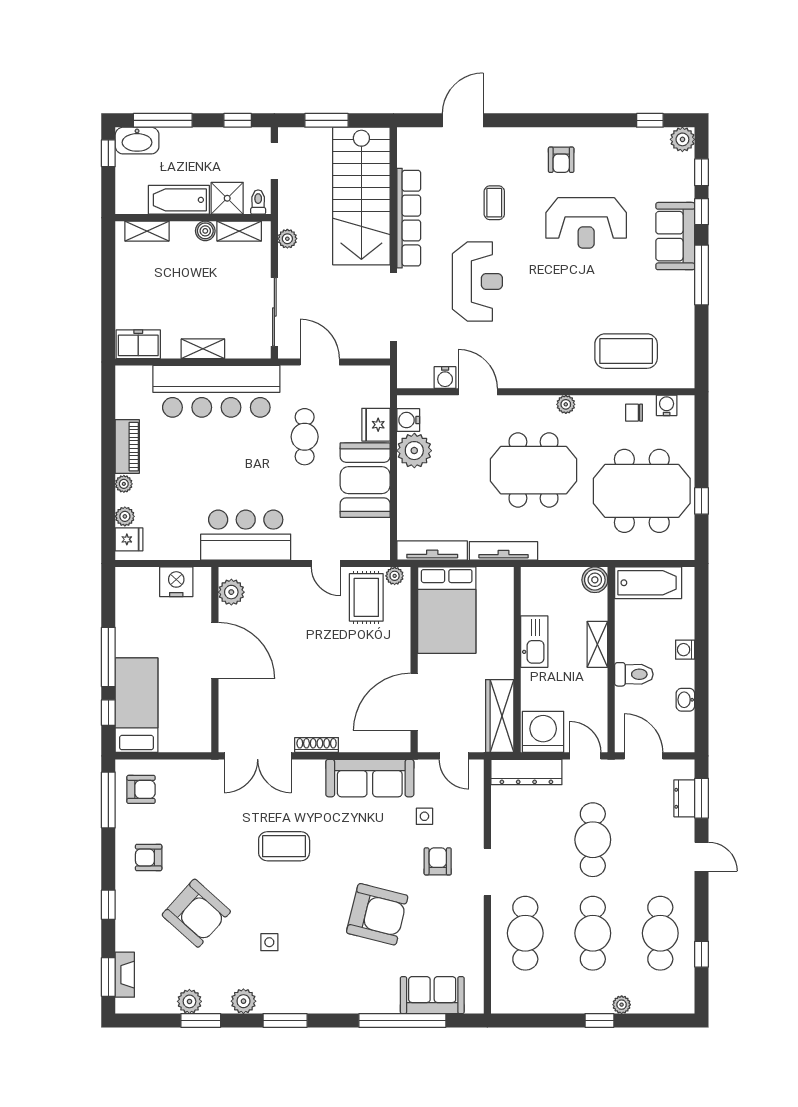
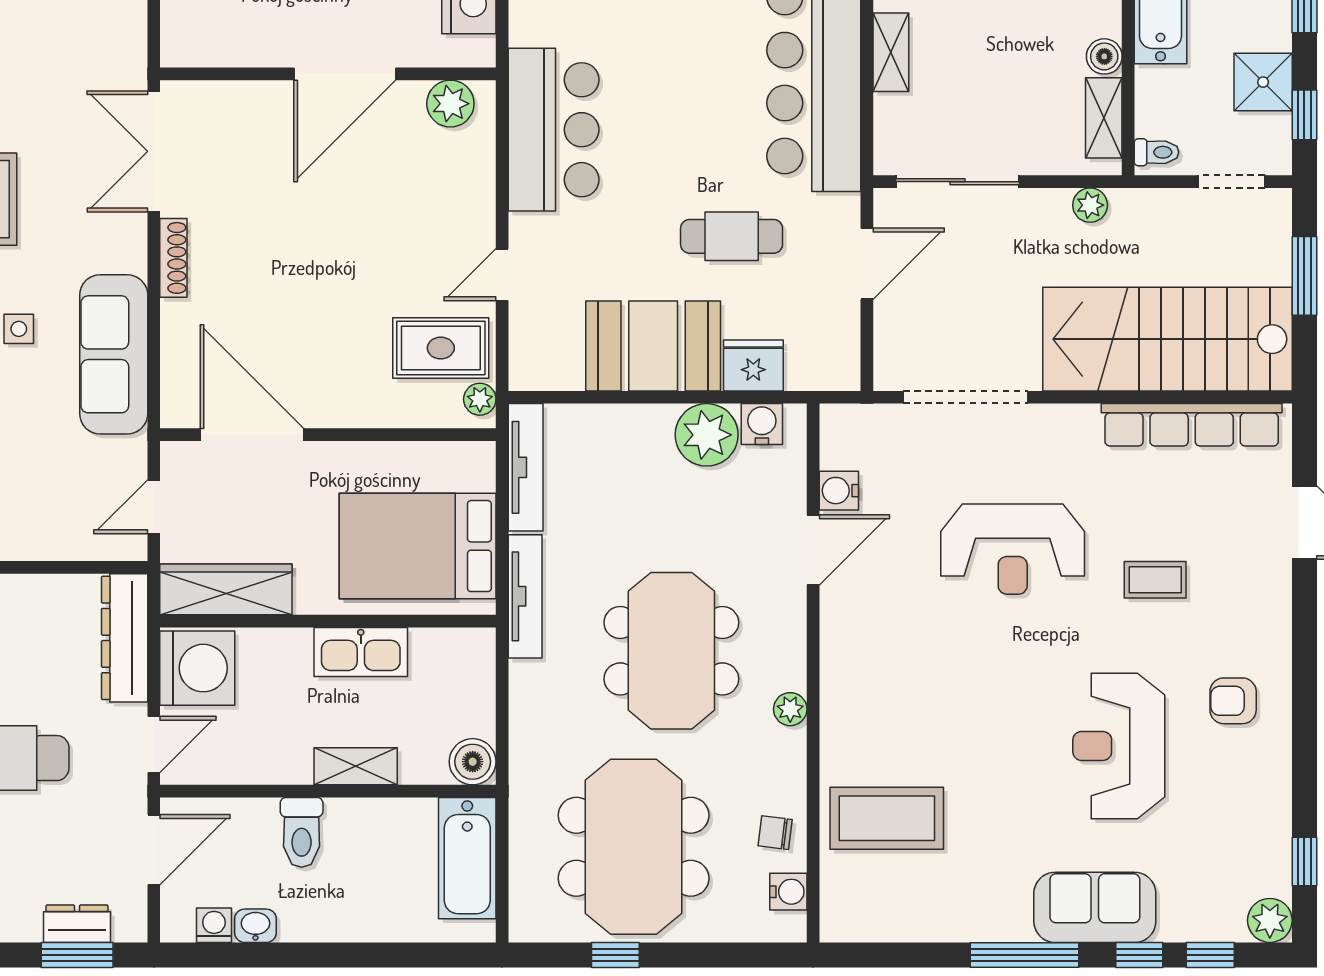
shower: (227, 198) -> (1263, 82), moved
row of seats: (409, 218) -> (1192, 425), moved
coffee table: (626, 351) -> (887, 818), turned 90
chair: (634, 413) -> (775, 833), turned -83
bed: (447, 610) -> (418, 546), moved
washing machine: (685, 650) -> (214, 925), moved
side table: (424, 816) -> (19, 329), moved

